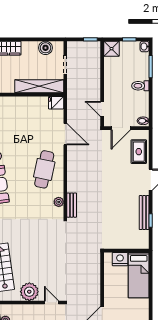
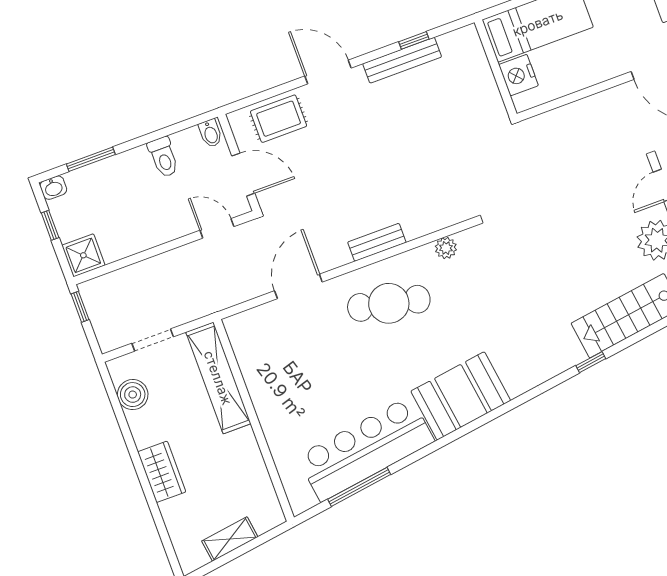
toilet: (140, 86) -> (163, 157), moved
fridge: (56, 103) -> (240, 330), removed
door: (102, 109) -> (217, 228), swing flipped
bench: (72, 205) -> (377, 242), moved

